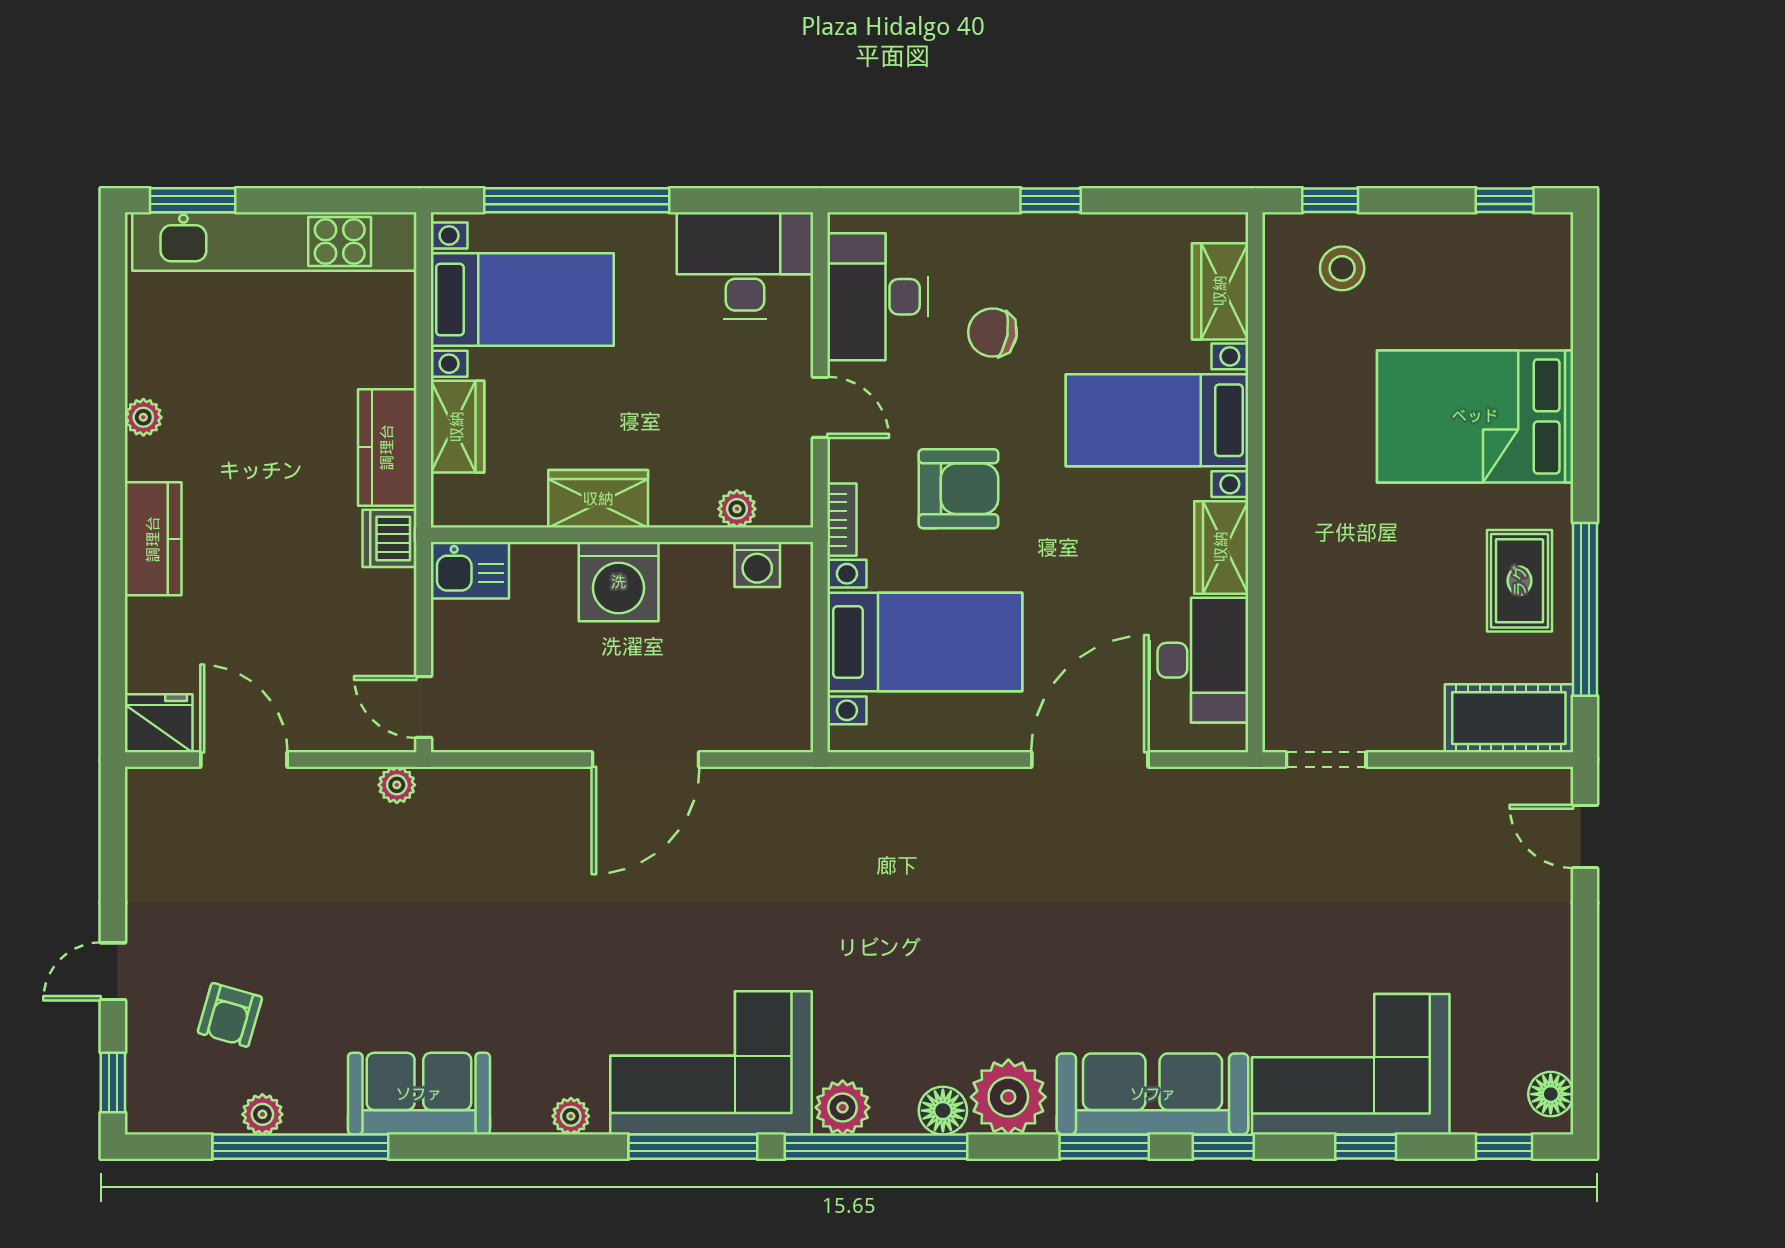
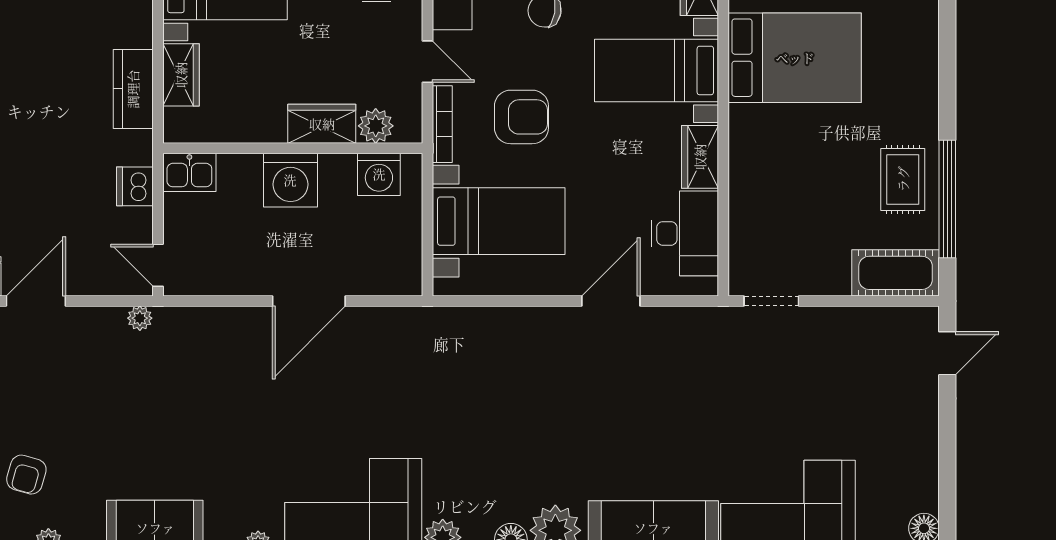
bed: (1475, 416) -> (795, 58), moved, turned 180
wardrobe: (598, 499) -> (322, 124), moved
plant: (737, 509) -> (376, 126), width x1.38, depth x1.38
bookcase: (842, 520) -> (442, 124), width x1.56
dishwasher: (390, 538) -> (135, 186), moved
washing machine: (757, 565) -> (379, 174), width x1.38, depth x1.38
door: (244, 759) -> (36, 301), hinge flipped
door: (1090, 759) -> (611, 301), width x0.73
door: (1585, 836) -> (947, 353), swing flipped

